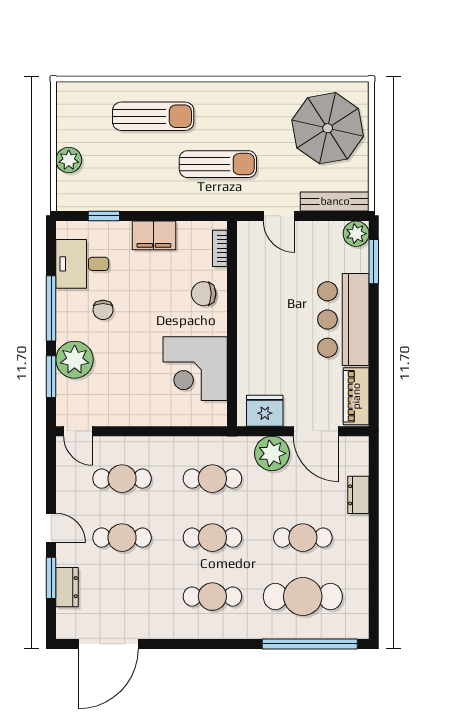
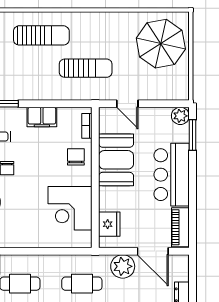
bench: (335, 201) -> (166, 94), removed
chair: (204, 294) -> (76, 157), turned 90
booth: (262, 298) -> (116, 160), added
fridge: (265, 411) -> (109, 224), moved, turned 90

